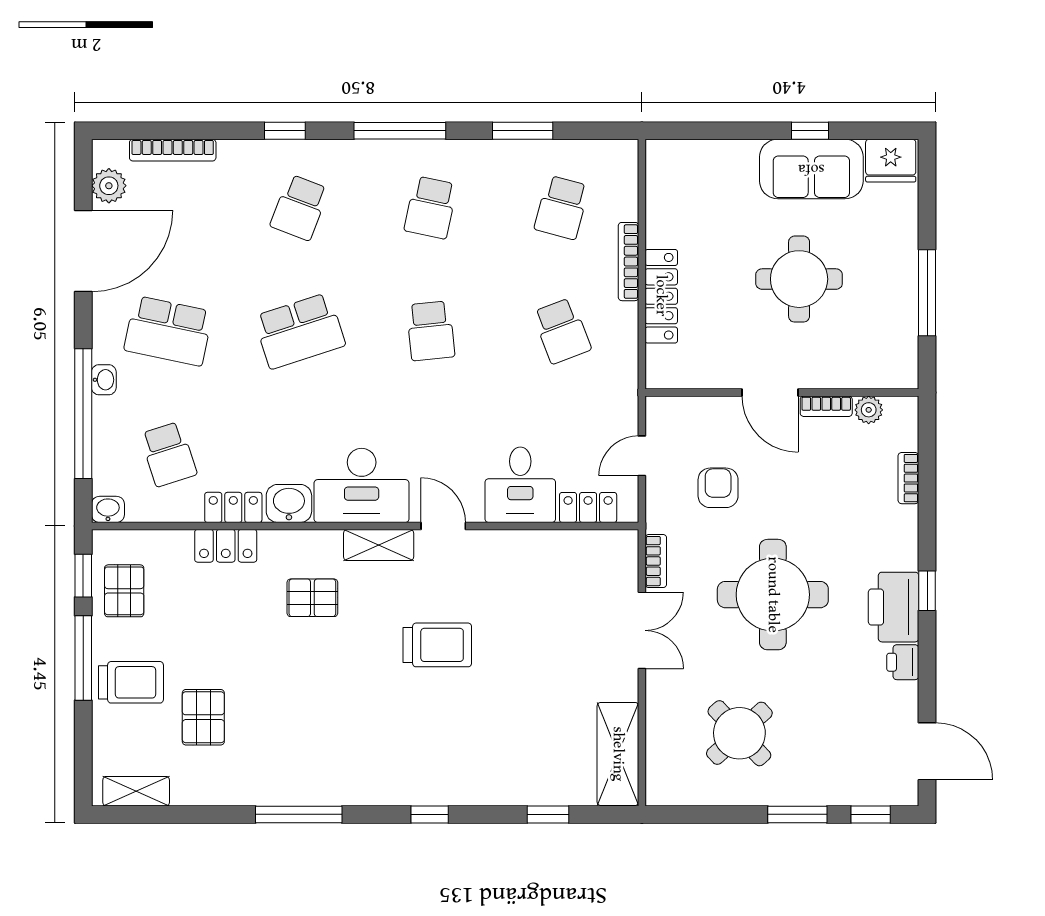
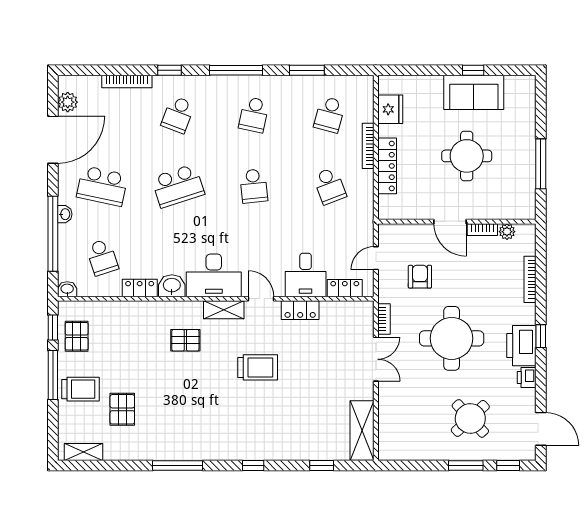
bookcase: (173, 150) -> (127, 81), moved
fridge: (891, 161) -> (390, 109), moved, turned -90
bookcase: (908, 478) -> (530, 279), width x1.56
locker: (226, 546) -> (300, 310), moved
round table: (739, 733) -> (470, 418), moved

